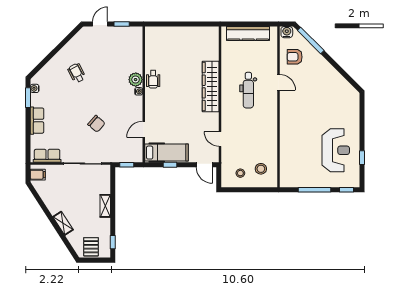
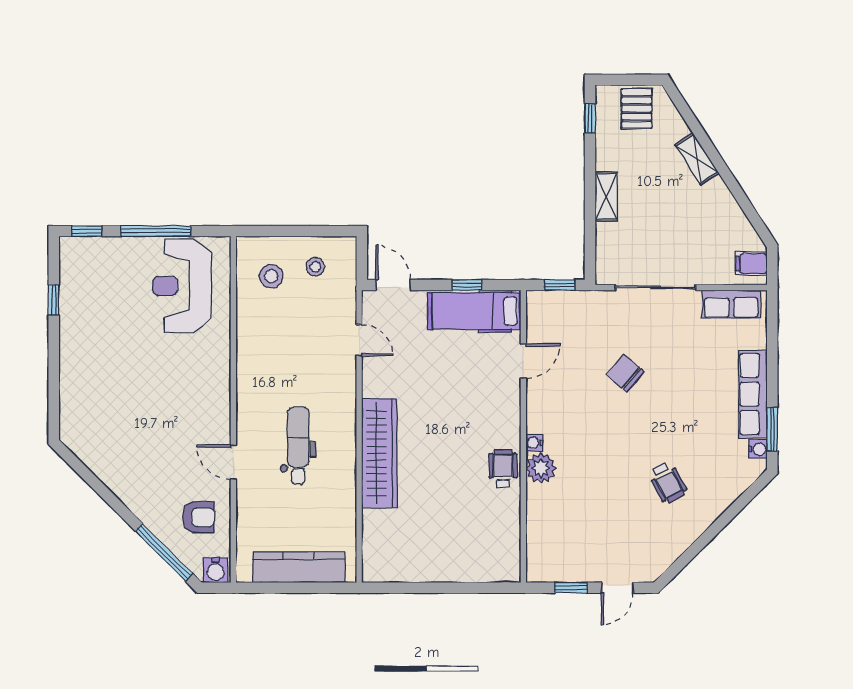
row of seats: (37, 121) -> (753, 394), width x1.48
reception desk: (336, 150) -> (182, 286), moved

